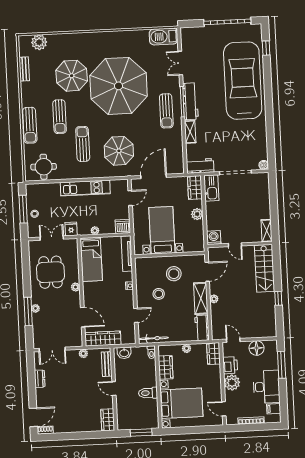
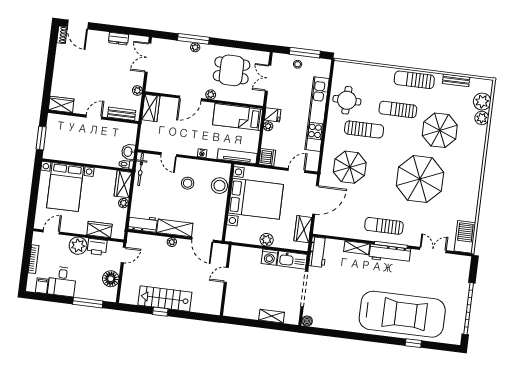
plant: (54, 40) -> (482, 118), added
window: (266, 48) -> (413, 343), moved
parasol: (119, 86) -> (420, 179), width x0.73, depth x0.73
sun lounger: (30, 125) -> (414, 80), moved
round table: (44, 167) -> (347, 100), moved
door: (154, 176) -> (315, 200), hinge flipped
wardrobe: (195, 187) -> (303, 229), moved, turned -90
kitchen unit: (85, 188) -> (317, 114), width x1.36
door: (130, 198) -> (297, 170), swing flipped
fridge: (71, 229) -> (273, 115), moved
bed with nightstands: (162, 230) -> (256, 199), width x1.36
shelving: (267, 231) -> (272, 316), moved
double door: (52, 238) -> (268, 78), swing flipped
washing machine: (214, 238) -> (269, 257), moved, turned 90
stairs: (265, 268) -> (165, 299), moved
stool: (174, 274) -> (219, 186), moved
door: (83, 317) -> (190, 98), moved
wardrobe: (103, 339) -> (151, 108), width x0.67
washbasin: (124, 353) -> (128, 152), moved
wardrobe: (214, 354) -> (99, 230), moved
wardrobe: (166, 367) -> (123, 184), moved, turned 90
desk: (266, 387) -> (62, 281), width x0.73
toilet: (148, 393) -> (83, 153), removed

